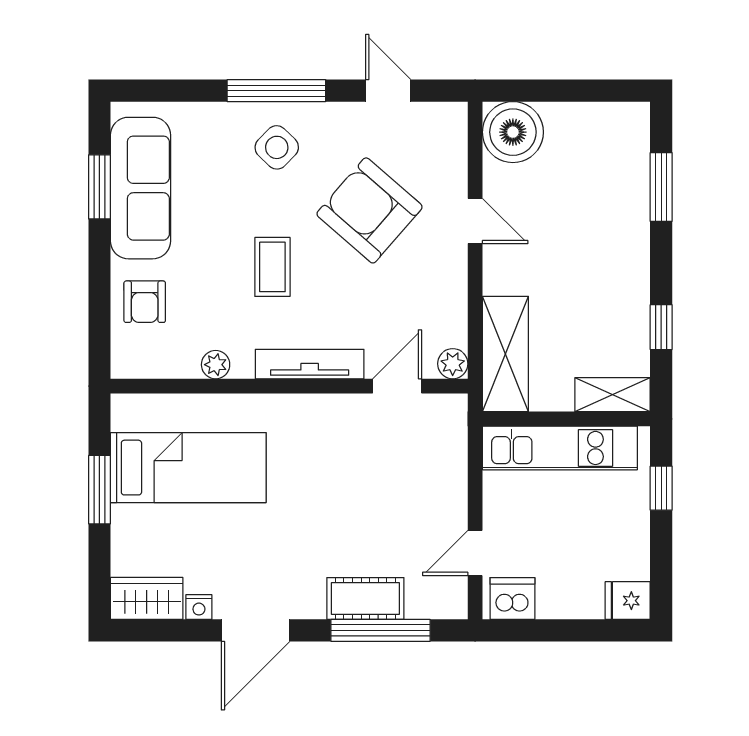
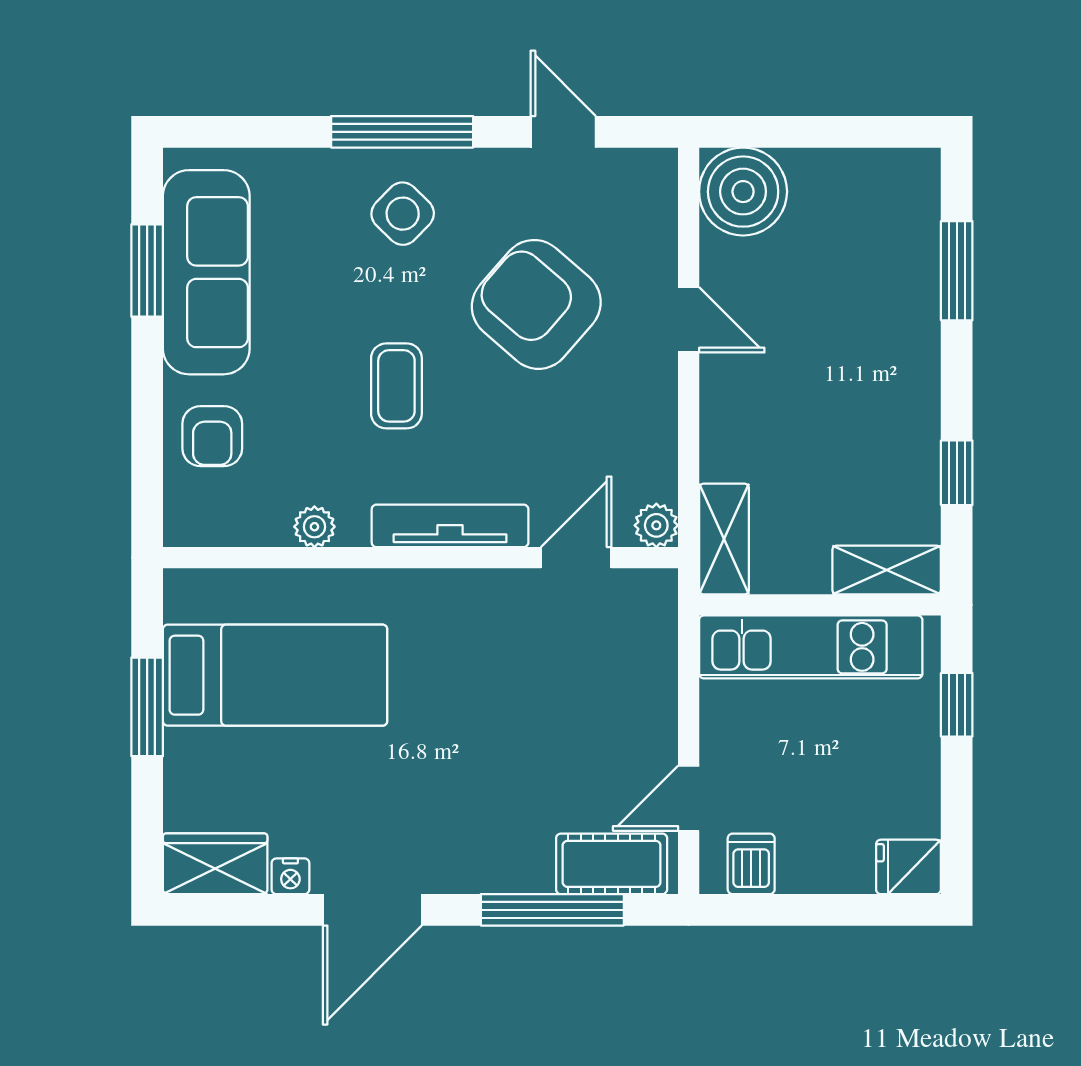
shelving: (505, 354) -> (724, 539), width x0.67, depth x0.75
cot: (365, 598) -> (612, 864), moved
dishwasher: (512, 598) -> (751, 864), width x0.73

